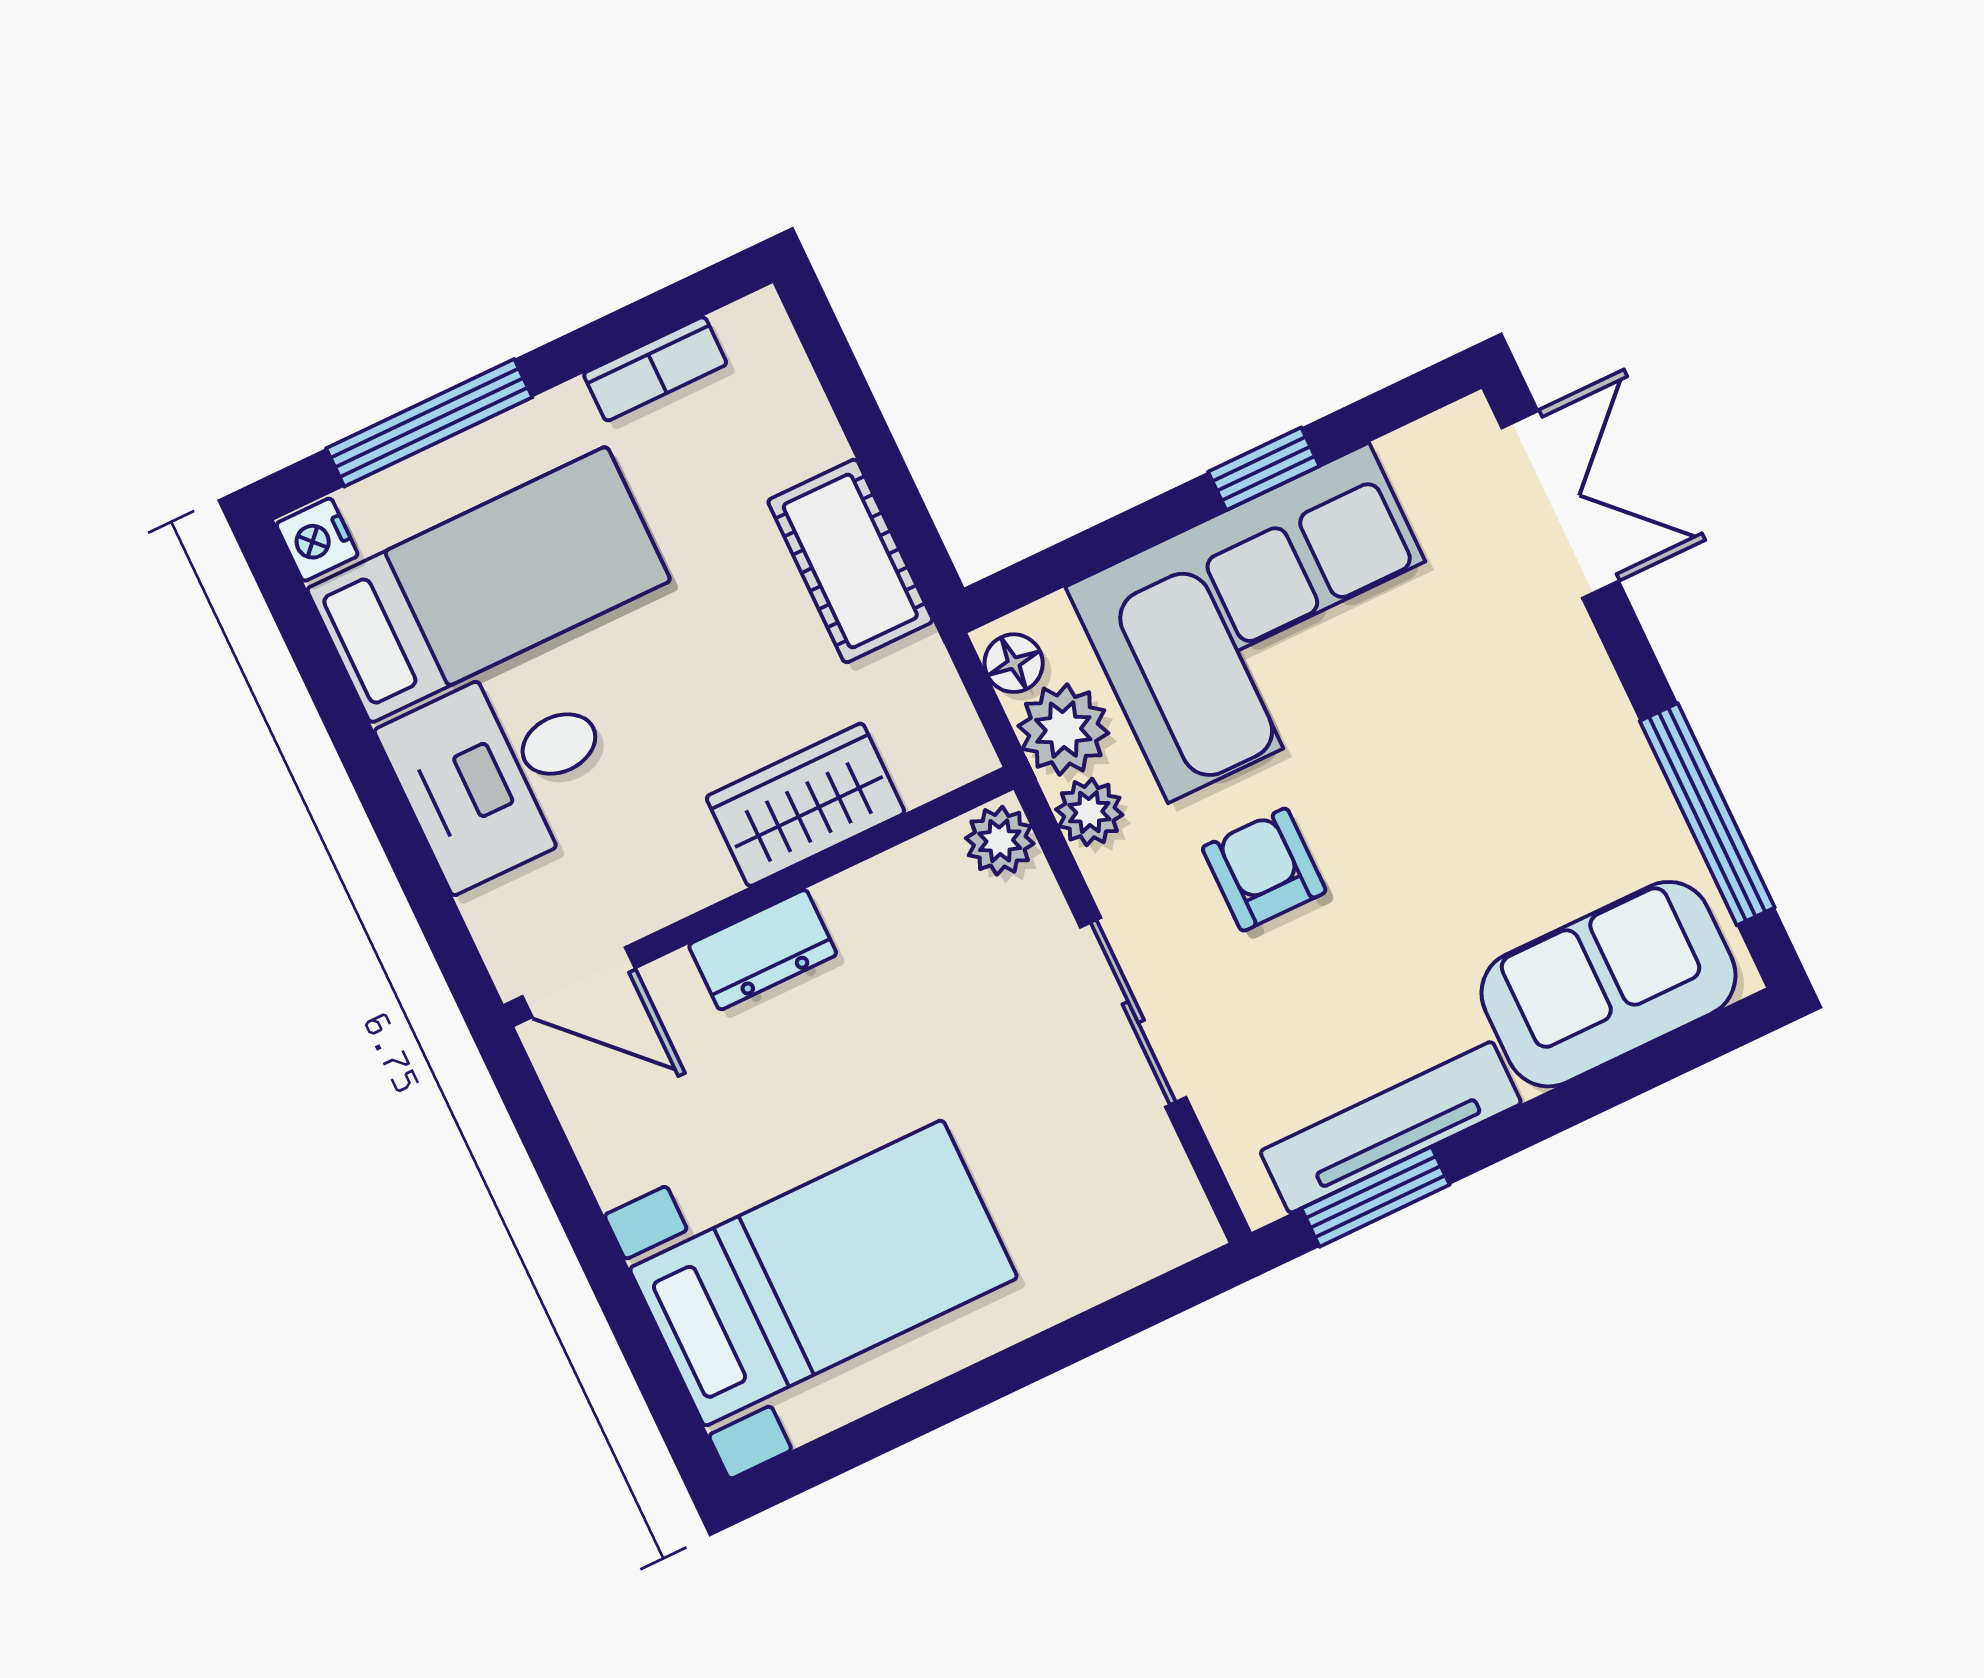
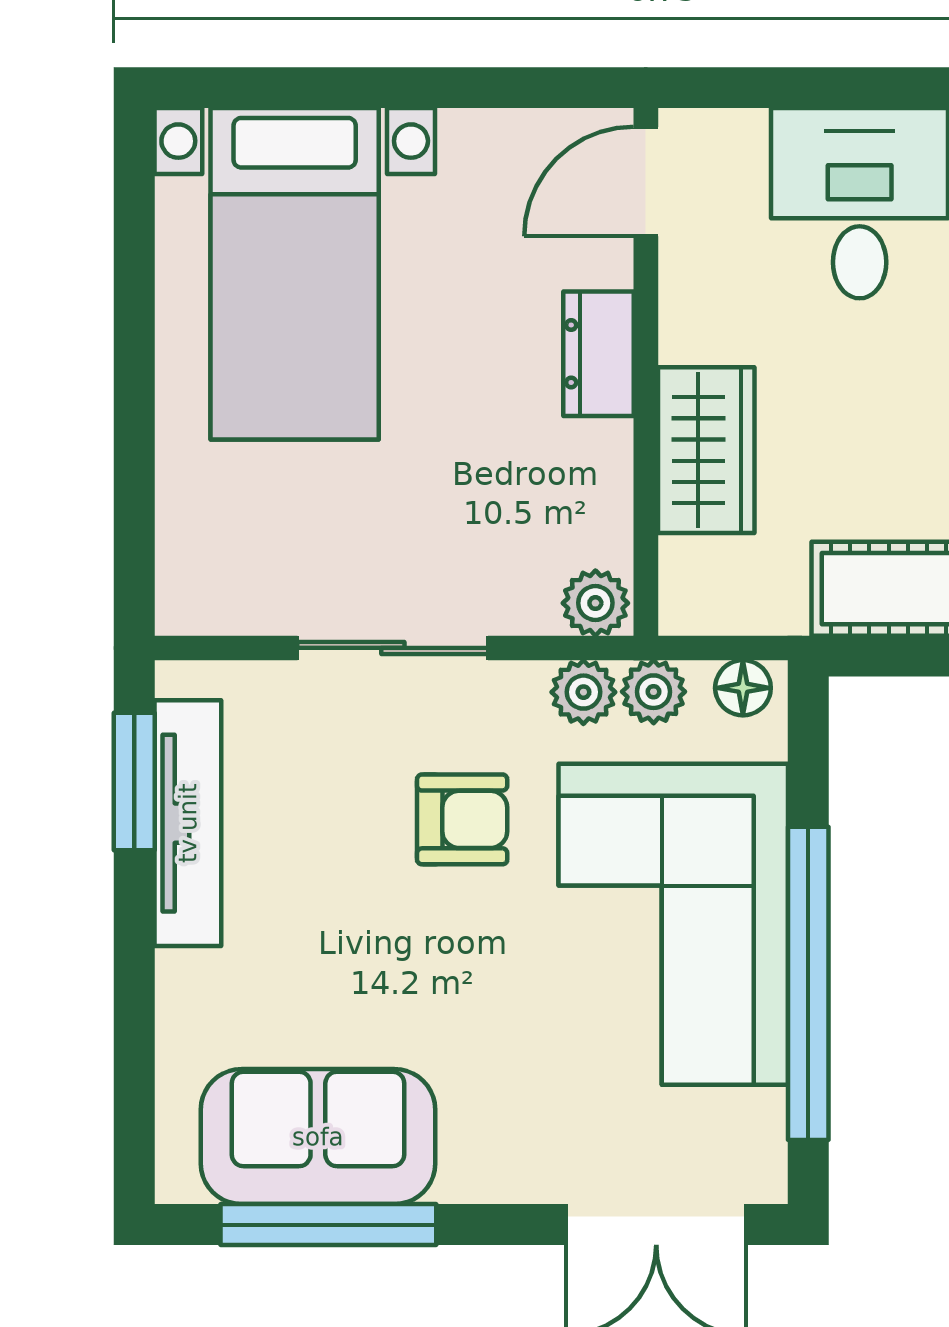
window: (1264, 469) -> (808, 983), width x3.17
plant: (1063, 730) -> (654, 692), width x0.73, depth x0.73
sofa: (1608, 984) -> (318, 1137), moved, turned -90

